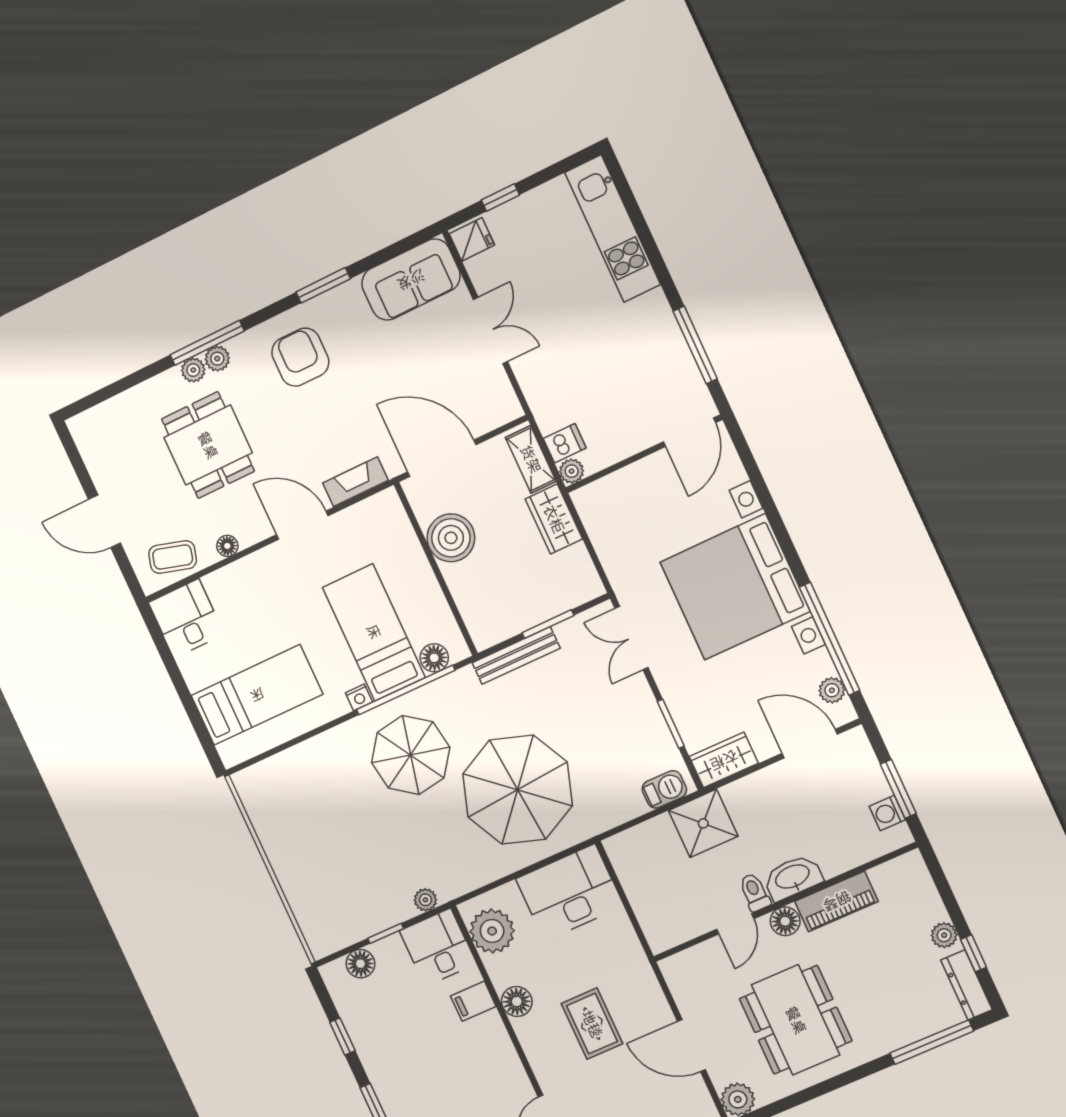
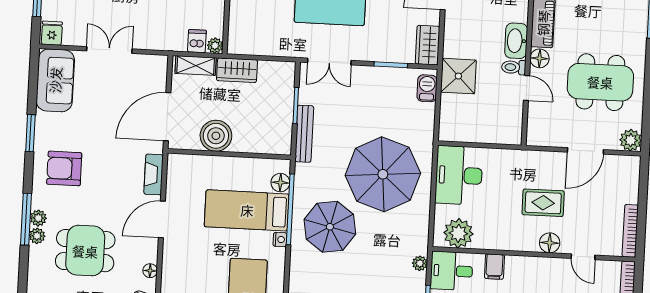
floor lamp: (517, 1002) -> (550, 243), moved

